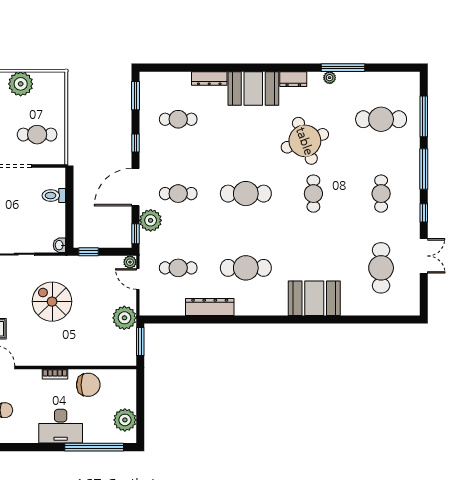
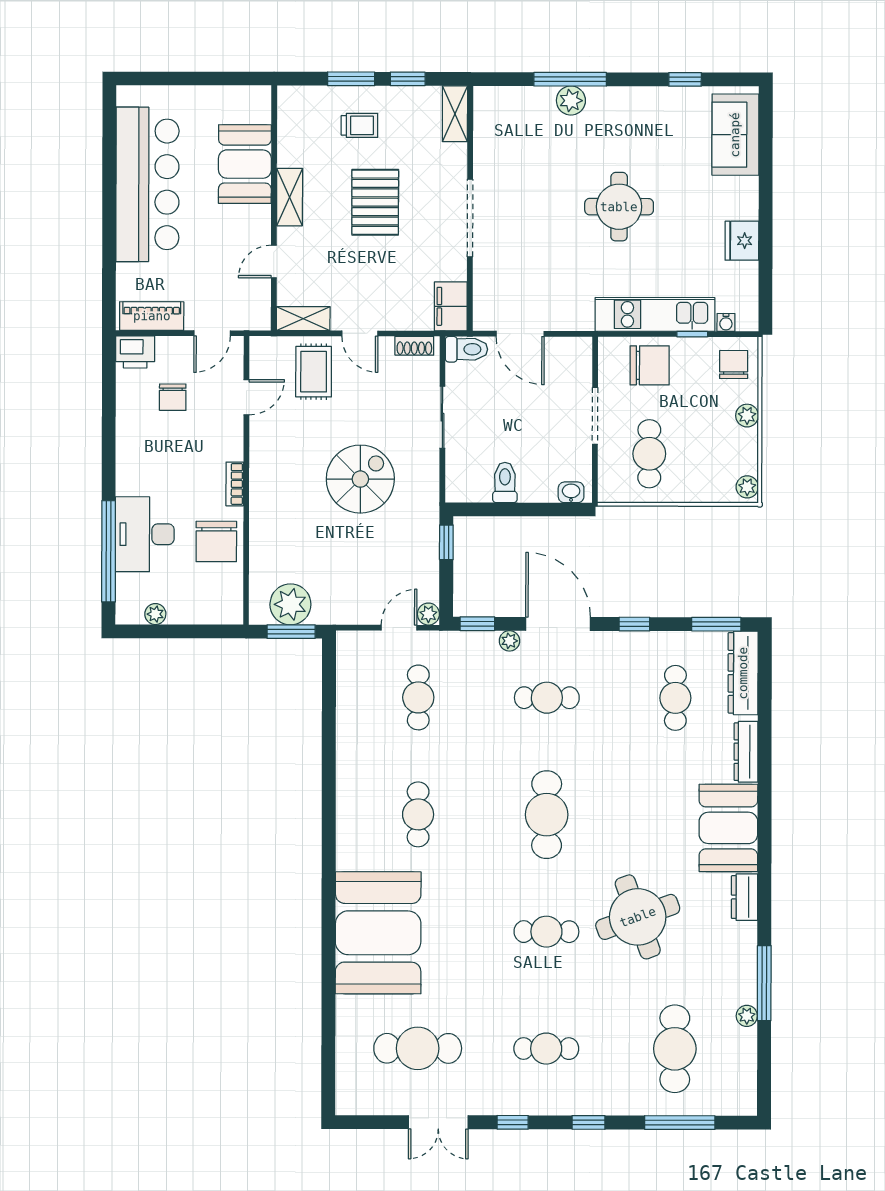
plant: (56, 78) -> (747, 487), added
plant: (330, 78) -> (747, 1016), moved
plant: (21, 84) -> (747, 416), width x0.53, depth x0.53
window: (424, 169) -> (589, 1122), width x0.46
cafe table: (178, 194) -> (547, 698), turned 90
toilet: (54, 196) -> (505, 482), moved
plant: (151, 220) -> (509, 641), width x0.53, depth x0.53
washbasin: (59, 245) -> (571, 492), moved
cafe table: (246, 268) -> (418, 814), width x0.73, depth x0.74
booth: (314, 298) -> (378, 933), width x1.36, depth x1.42
dresser: (210, 307) -> (743, 673), moved, turned 180
plant: (124, 318) -> (290, 604), moved
plant: (125, 420) -> (155, 614), width x0.53, depth x0.53
desk: (61, 426) -> (145, 534), moved

